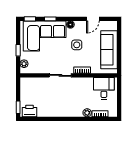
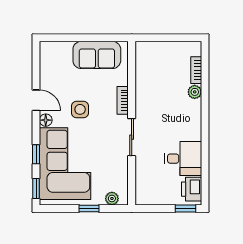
door: (93, 19) -> (36, 100), moved
sofa: (109, 50) -> (97, 55), width x0.73
desk: (104, 88) -> (183, 159), moved, turned 180

